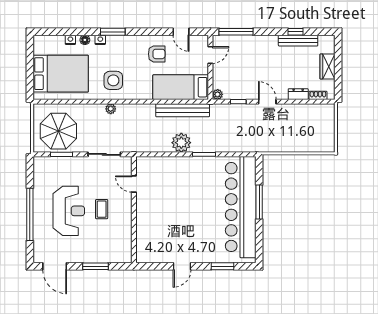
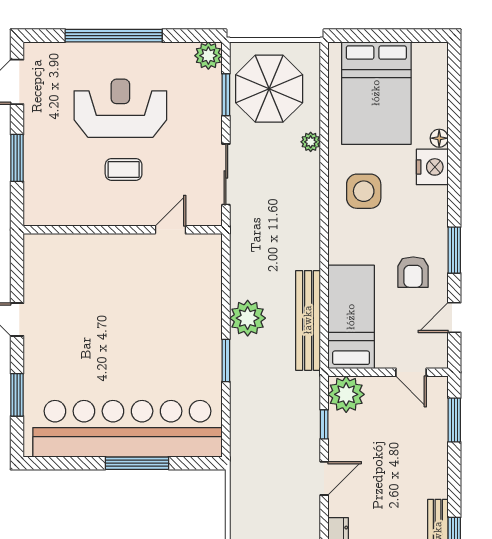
window: (113, 32) -> (454, 250), moved
window: (236, 32) -> (454, 420), width x0.69
nightstand: (70, 40) -> (439, 111), removed
nightstand: (100, 40) -> (432, 167), width x1.89, depth x1.79
plant: (218, 94) -> (346, 394), width x1.87, depth x1.87
plant: (111, 109) -> (311, 142), moved
plant: (41, 164) -> (208, 56), added
reception desk: (69, 211) -> (120, 108), turned 180

